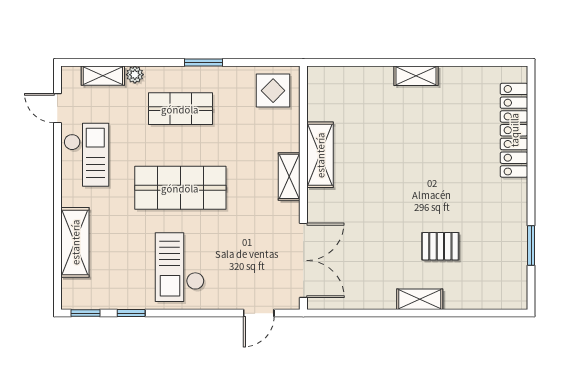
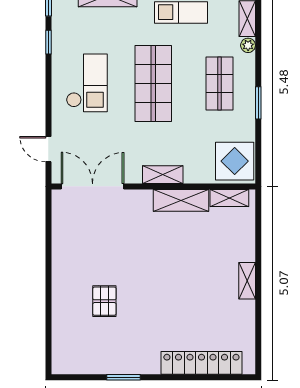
display table: (273, 91) -> (235, 161), width x1.36, depth x1.36
window: (531, 246) -> (123, 377), moved
double door: (303, 260) -> (93, 186), swing flipped
checkout: (180, 267) -> (87, 83), turned 90
shelving: (420, 299) -> (229, 198), moved, turned 90

